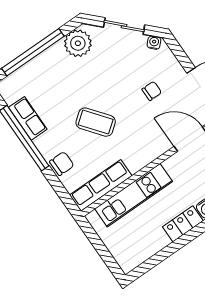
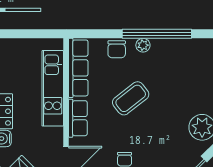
row of seats: (28, 118) -> (78, 118), moved, turned -90
plant: (42, 143) -> (143, 45), added

